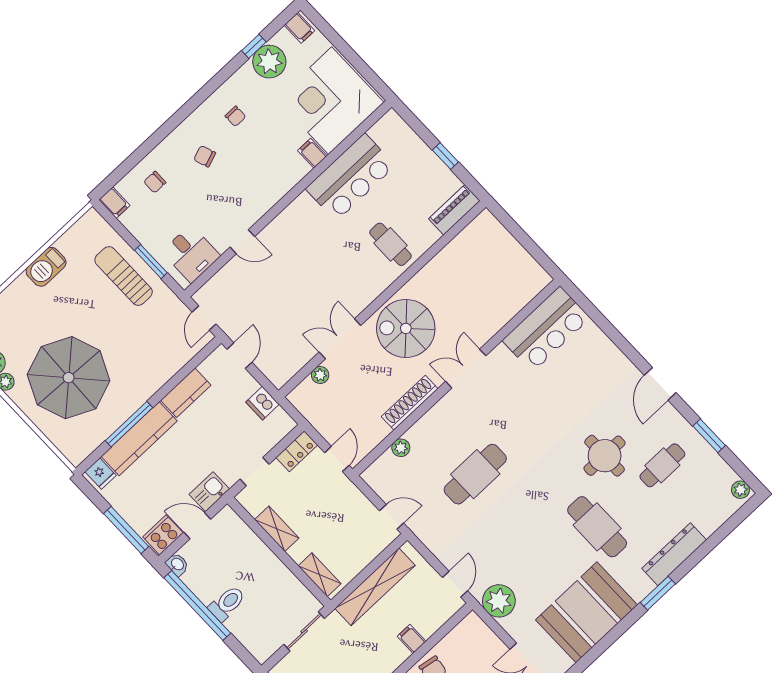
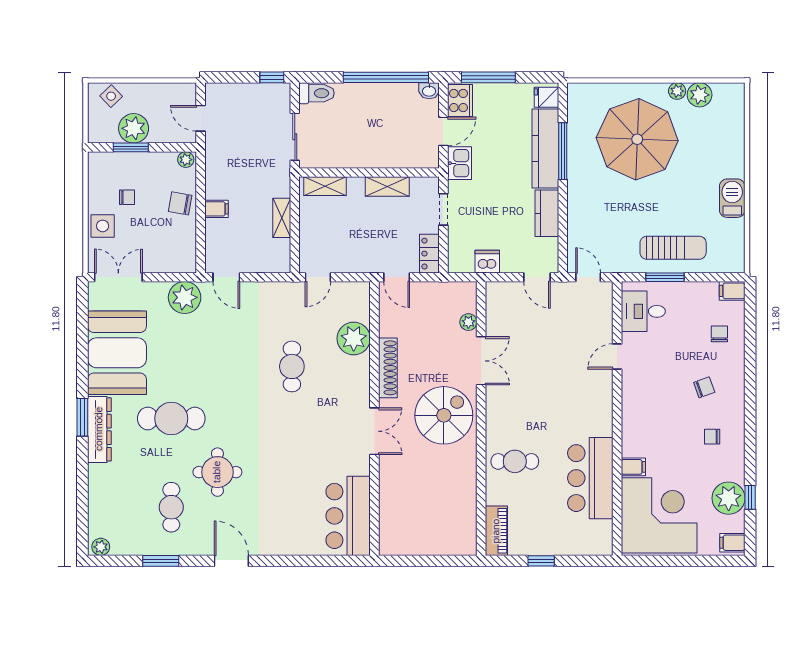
plant: (401, 448) -> (354, 338), width x1.88, depth x1.88
cafe table: (475, 474) -> (292, 366), width x0.73, depth x0.74
dresser: (674, 554) -> (99, 429), moved
shelving: (375, 587) -> (282, 218), width x0.45, depth x0.75
toilet: (227, 603) -> (317, 93), moved, turned -90

